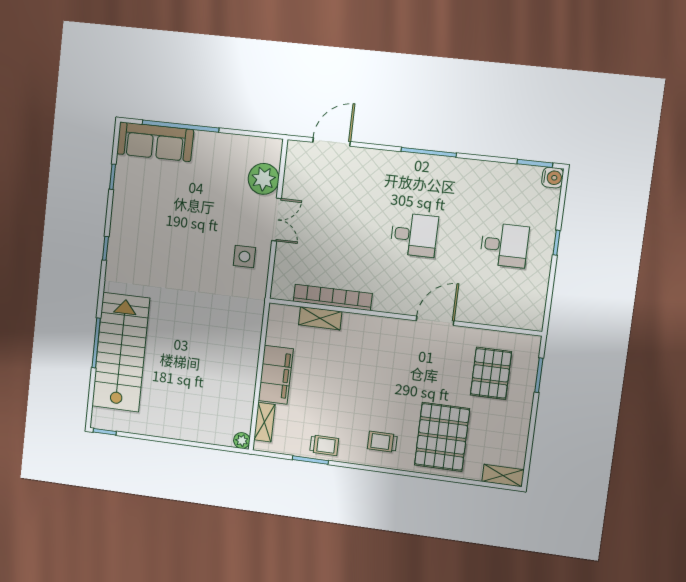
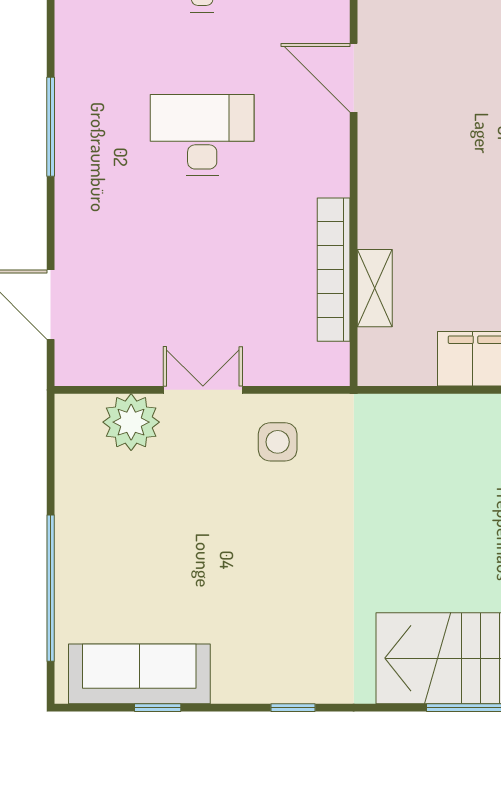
sofa: (155, 142) -> (139, 674), moved, turned -90
desk: (414, 235) -> (202, 135), width x1.37

